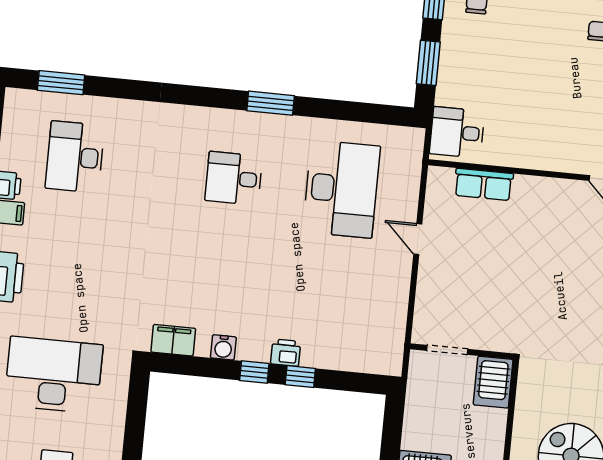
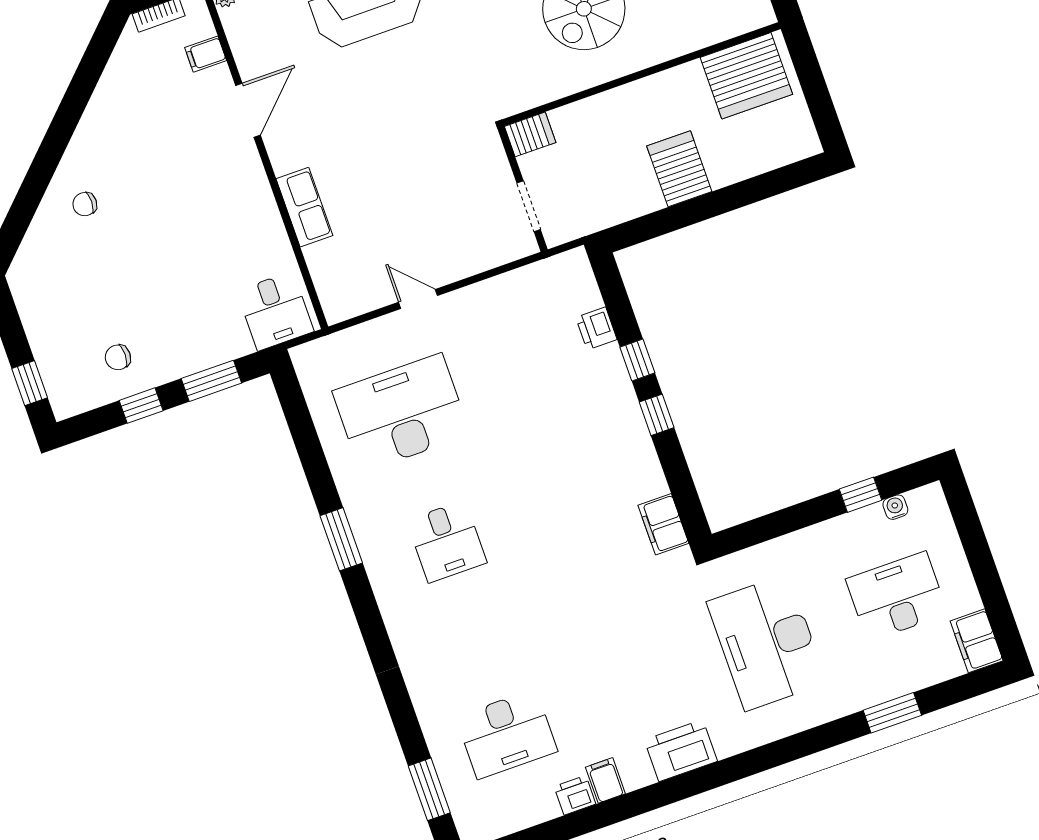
row of seats: (484, 184) -> (304, 207), moved
door: (418, 239) -> (418, 299), swing flipped
water cooler: (223, 347) -> (645, 463), removed
printer: (286, 353) -> (596, 328), moved
server rack: (493, 382) -> (530, 134), width x0.73, depth x0.70

